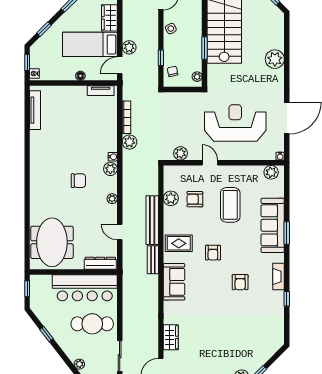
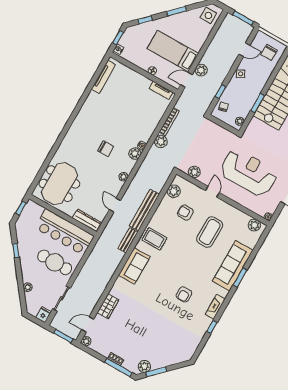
wardrobe: (109, 18) -> (199, 39), removed
plant: (171, 198) -> (174, 191), moved
armchair: (213, 253) -> (176, 261), removed

